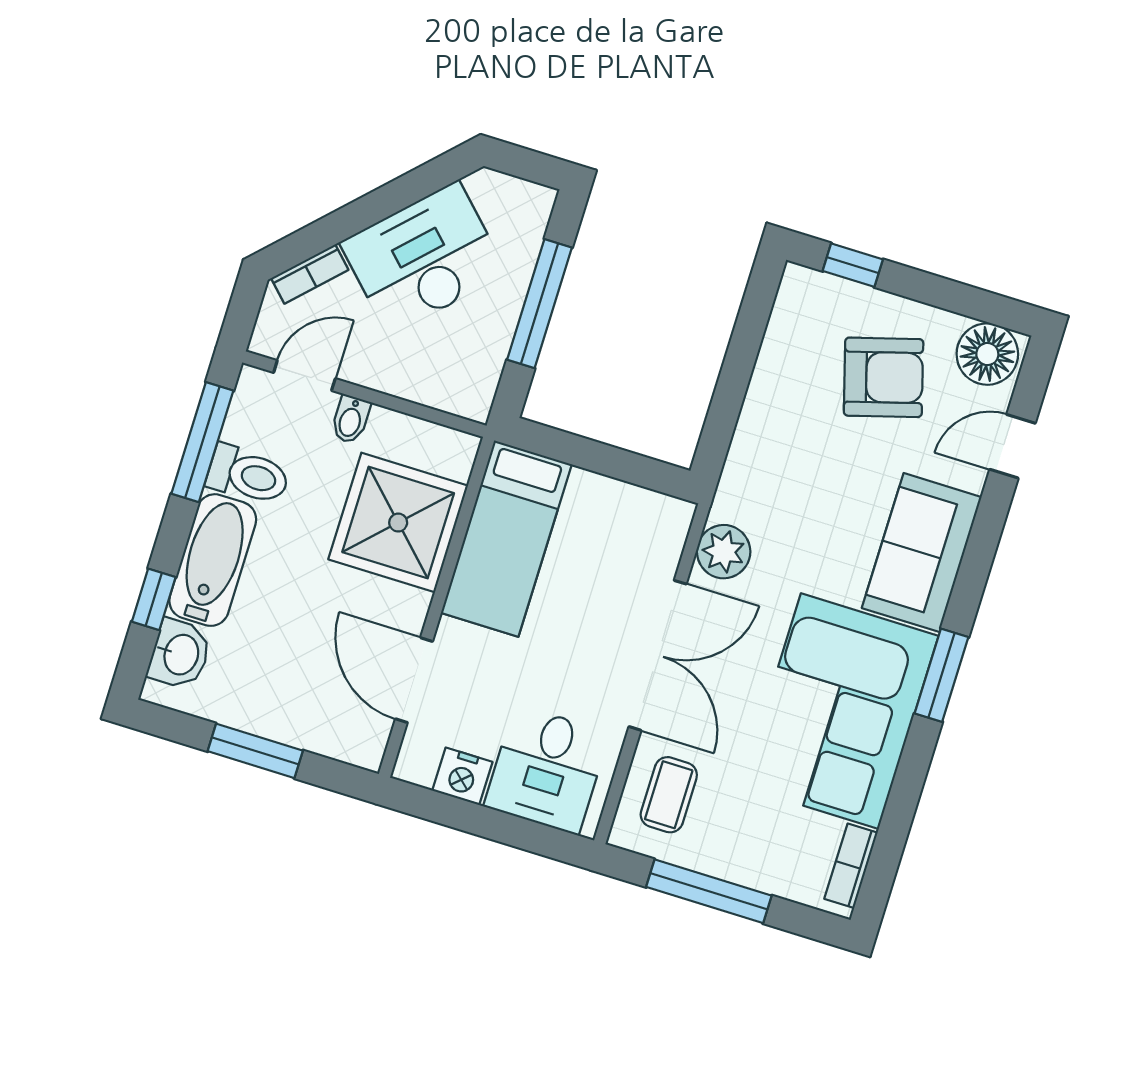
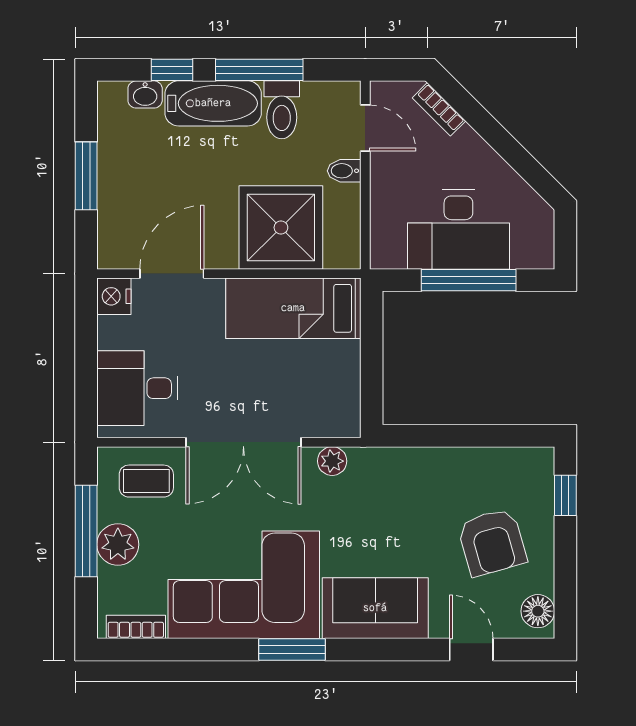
desk: (424, 258) -> (458, 229), moved, turned 135
floor lamp: (987, 354) -> (538, 611), width x0.73, depth x0.73
window: (202, 442) -> (259, 70), moved
plant: (724, 552) -> (332, 461), width x0.73, depth x0.73
washbasin: (180, 654) -> (145, 94), width x0.72, depth x0.69
nightstand: (462, 776) -> (114, 296), moved
plant: (738, 856) -> (118, 544), added

